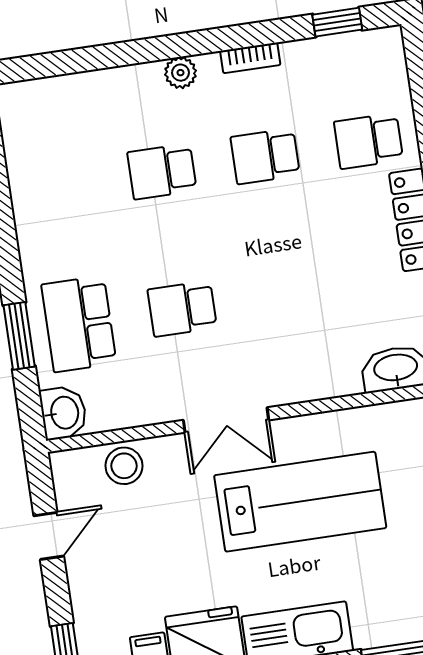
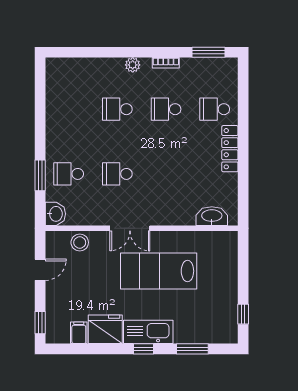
window: (337, 22) -> (208, 52), width x1.50
school desk: (79, 324) -> (69, 174), width x0.54
lab bench: (300, 502) -> (159, 271), turned 180

